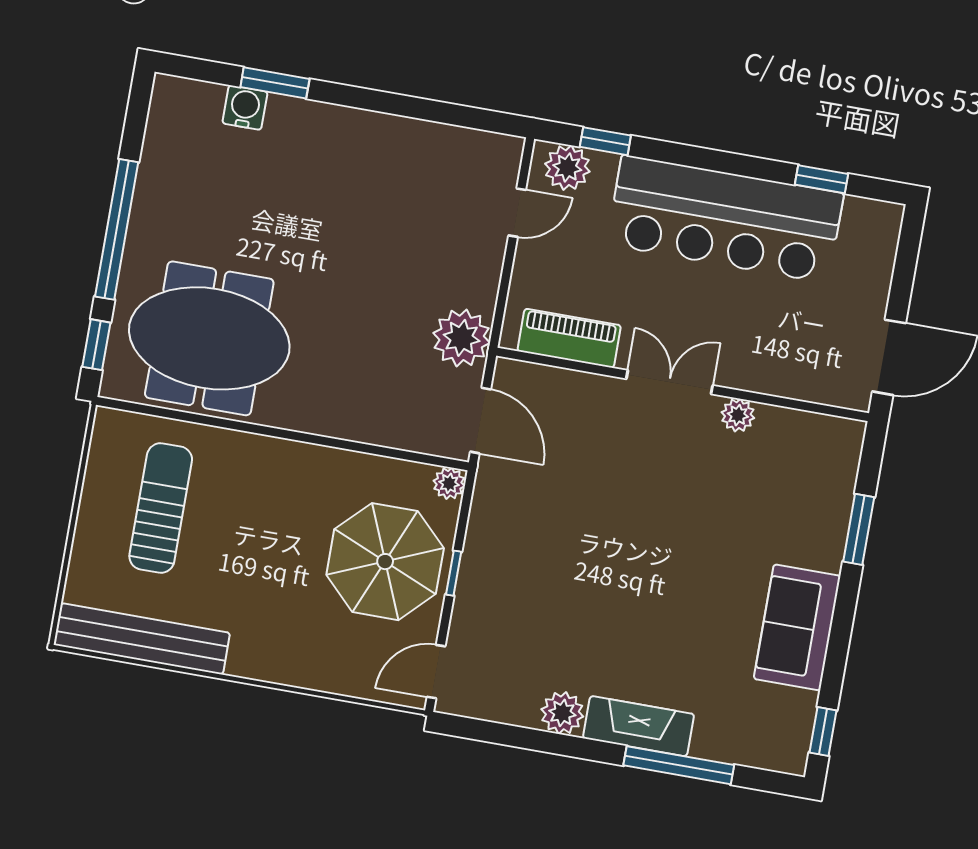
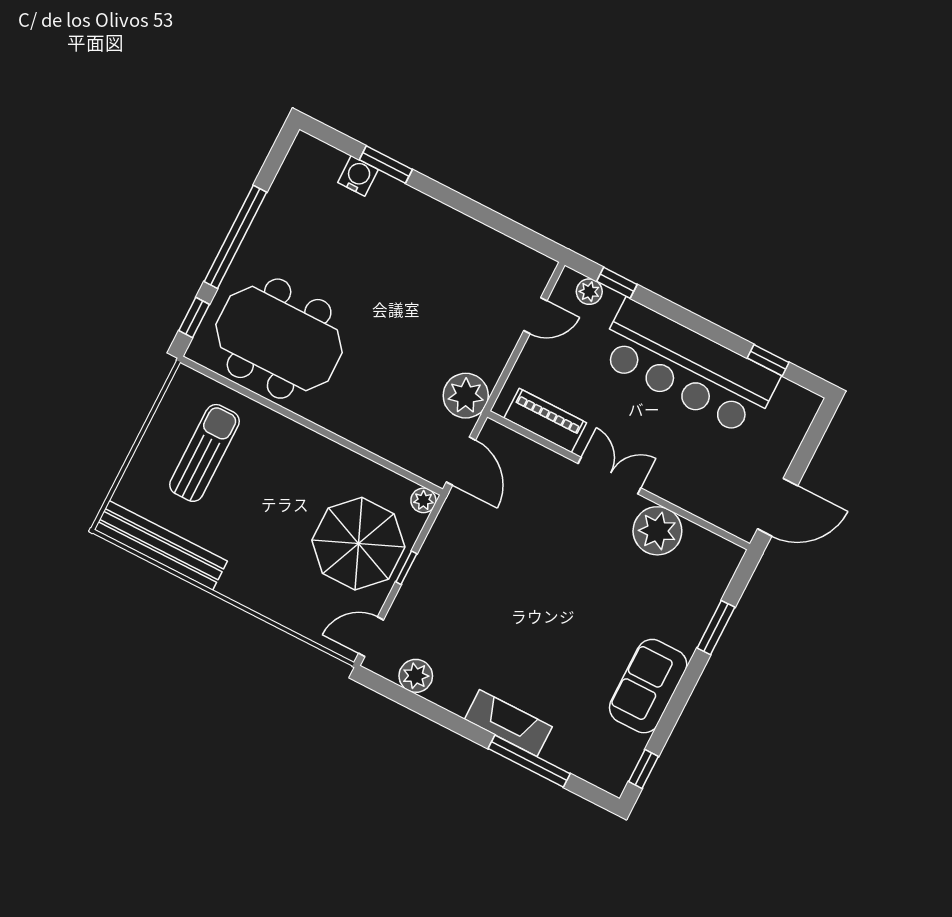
plant: (567, 168) -> (589, 292), width x0.73, depth x0.73
plant: (738, 415) -> (657, 531), width x1.88, depth x1.88
plant: (562, 713) -> (416, 676), moved

